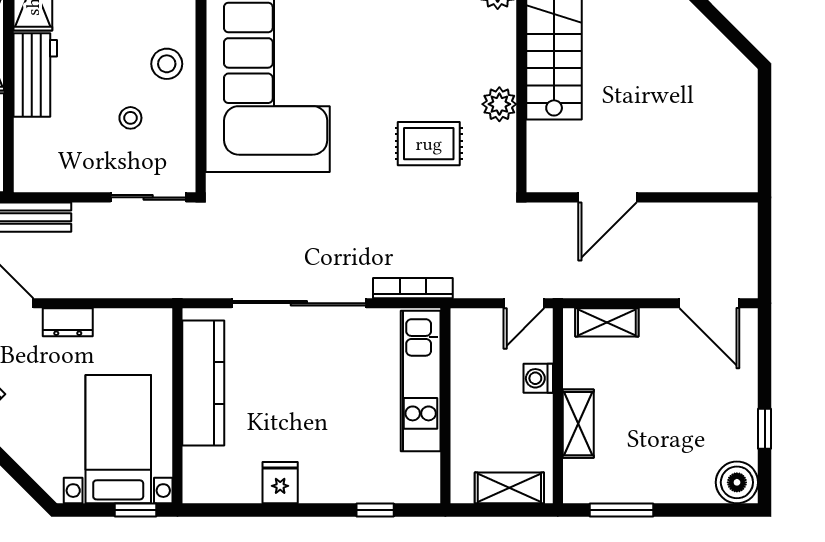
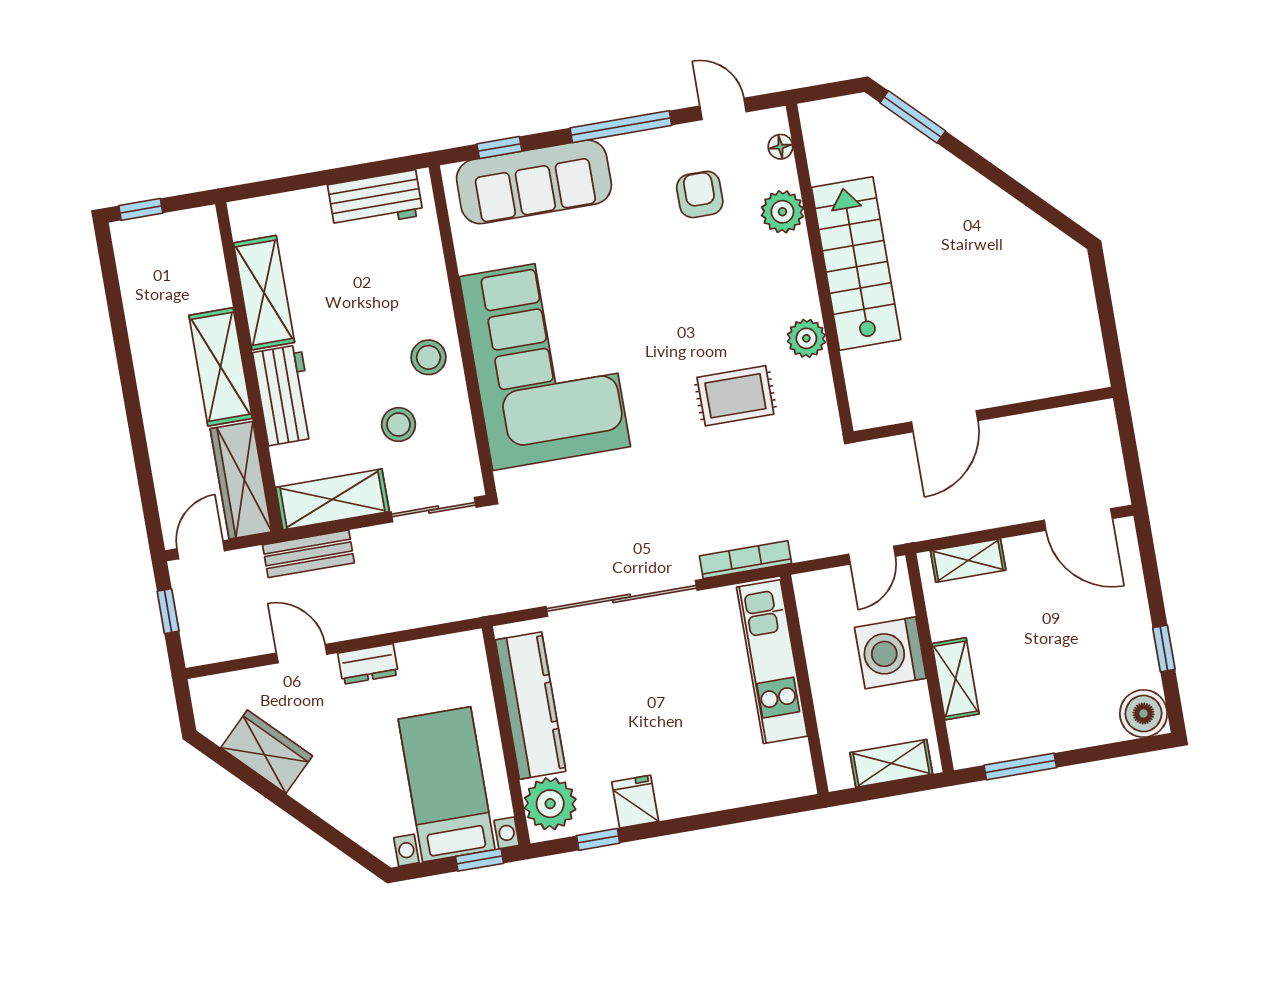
stool: (130, 118) -> (399, 424), width x1.37, depth x1.37
shelving: (61, 173) -> (332, 499), added
washing machine: (538, 378) -> (890, 653), width x1.89, depth x1.89
plant: (206, 472) -> (550, 804), added
window: (375, 510) -> (598, 839), moved

